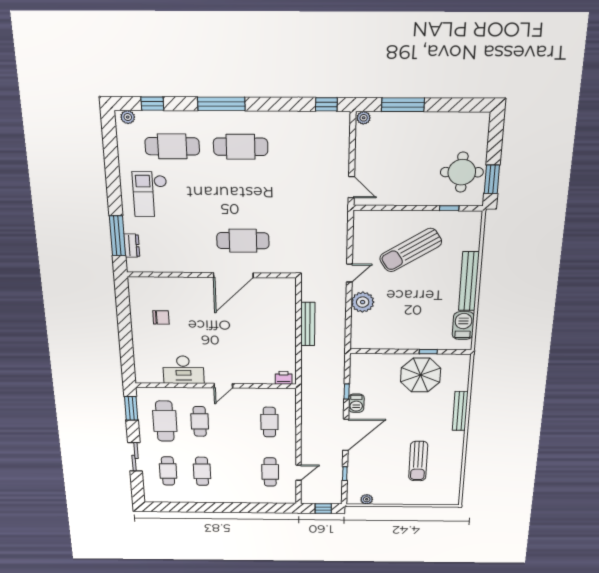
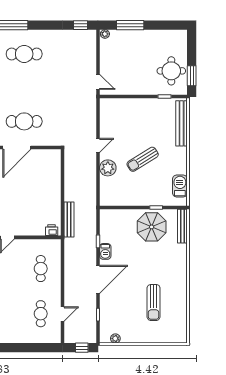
sun lounger: (411, 250) -> (143, 159), moved, width x0.73, depth x0.75
bench: (469, 281) -> (182, 123), moved
bench: (308, 324) -> (69, 220), moved
bench: (460, 411) -> (182, 226), moved

